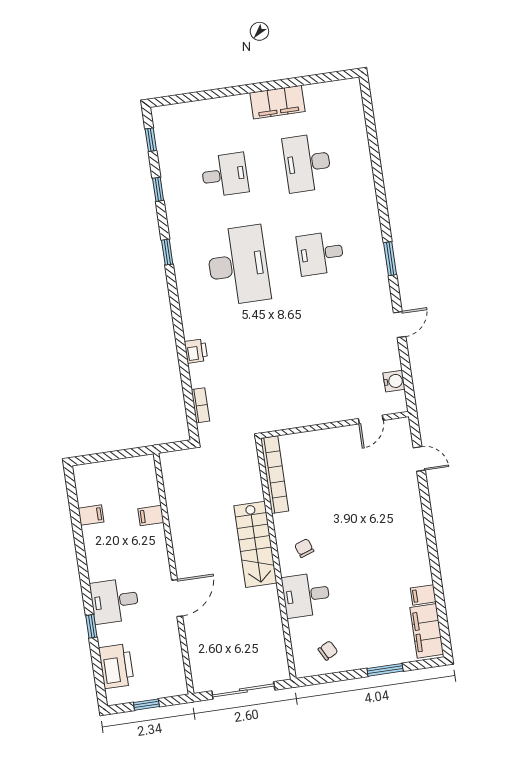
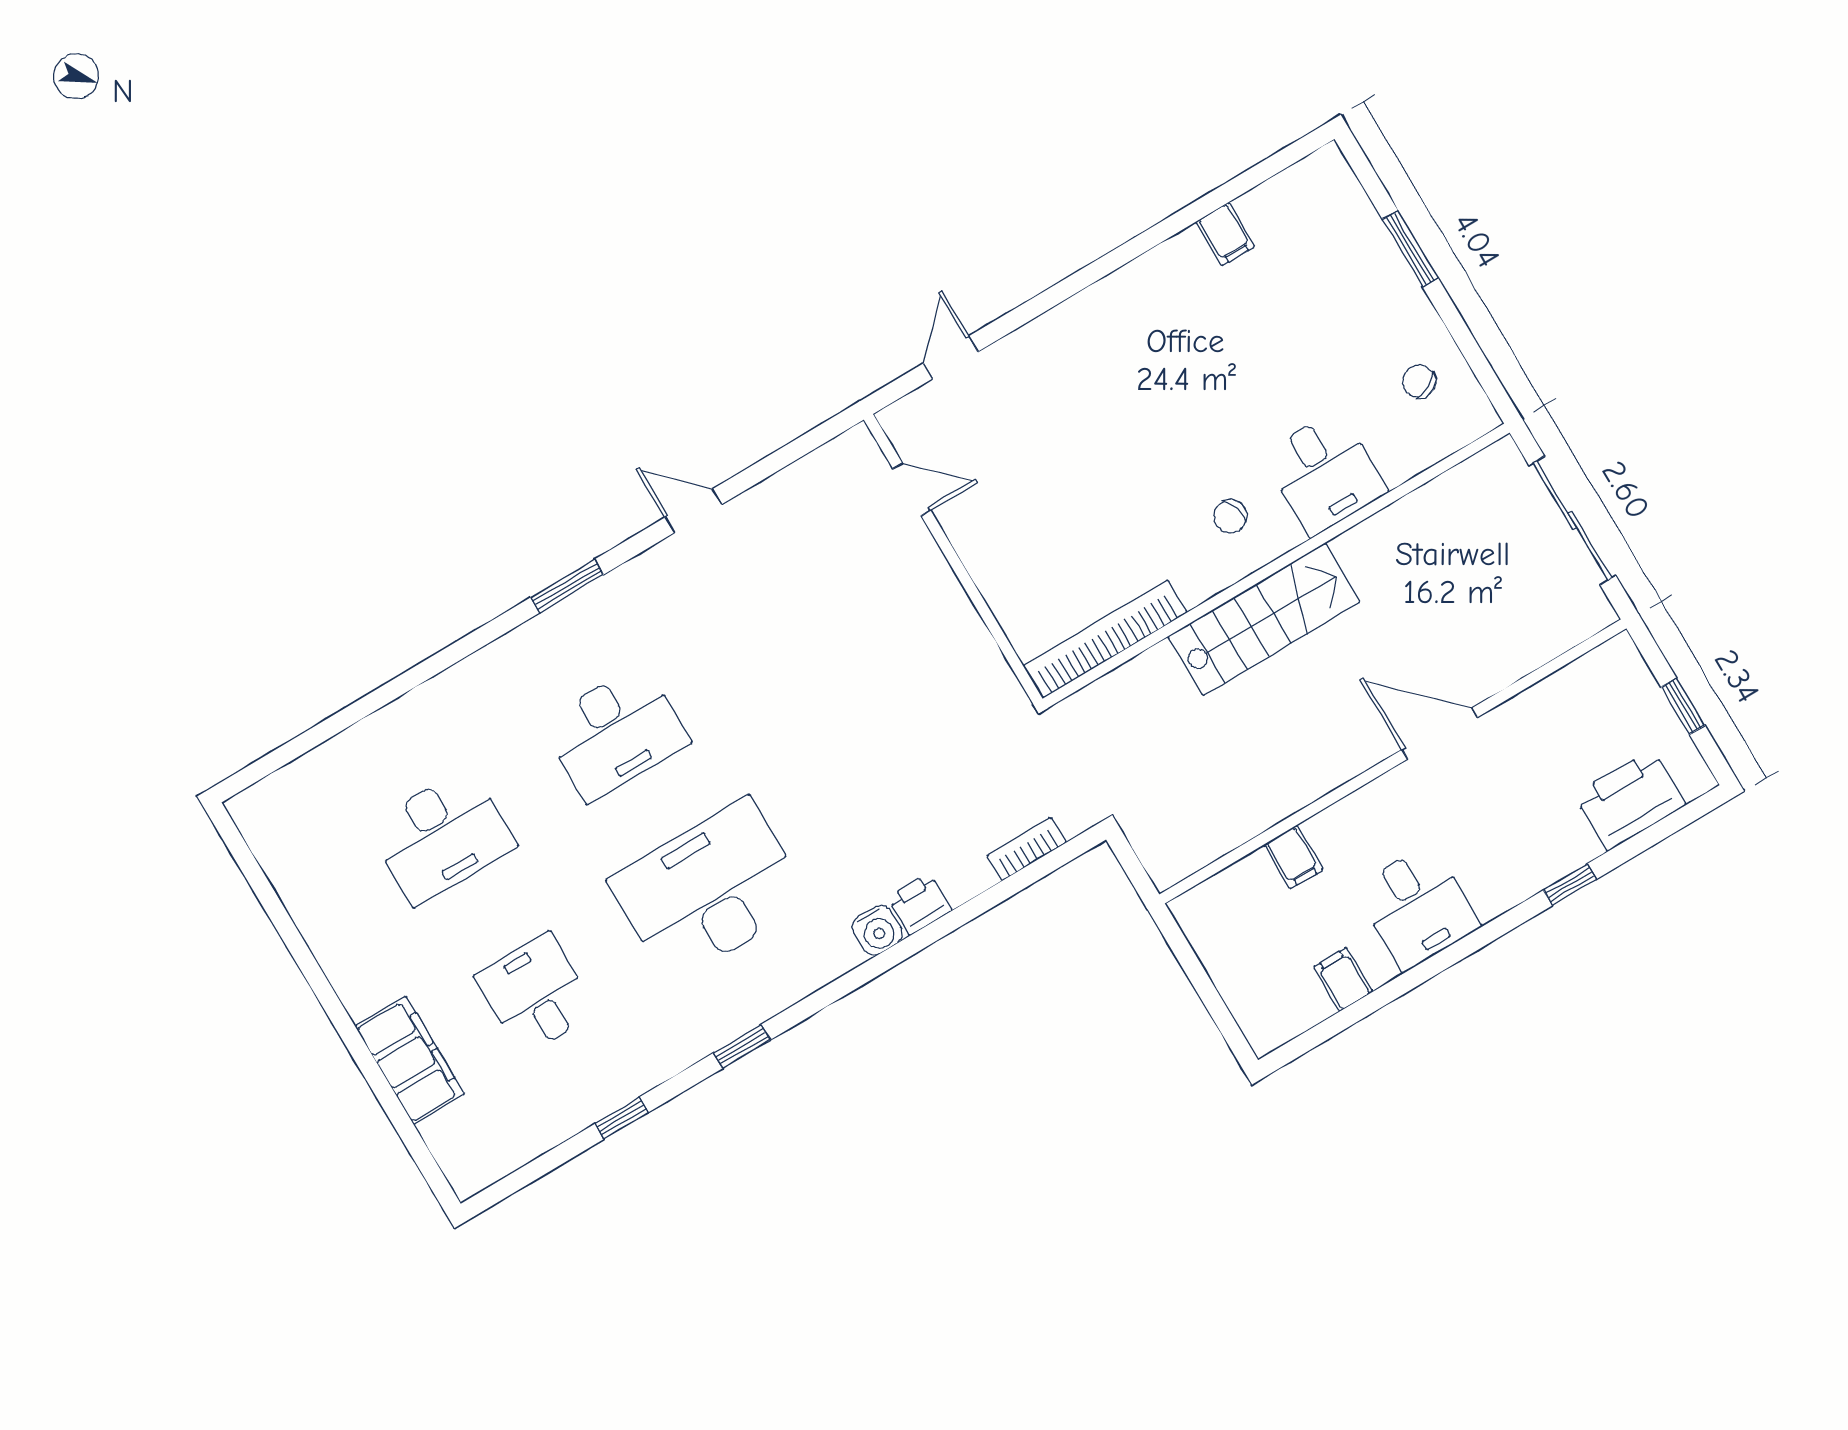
filing cabinet: (277, 102) -> (410, 1060), moved
window: (151, 140) -> (526, 1175), removed
desk: (320, 253) -> (615, 733), width x1.37
water cooler: (394, 381) -> (877, 930), moved, turned 180
desk: (115, 601) -> (1417, 907), moved
filing cabinet: (427, 631) -> (1296, 196), removed

